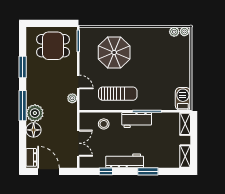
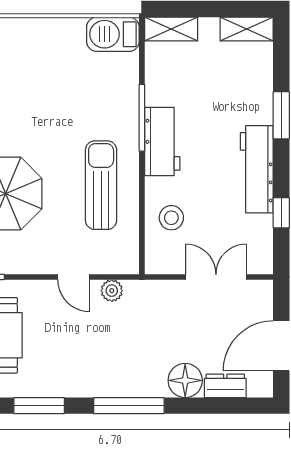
door: (78, 82) -> (74, 277), swing flipped
plant: (35, 113) -> (146, 378), removed
dresser: (31, 157) -> (225, 386), moved

